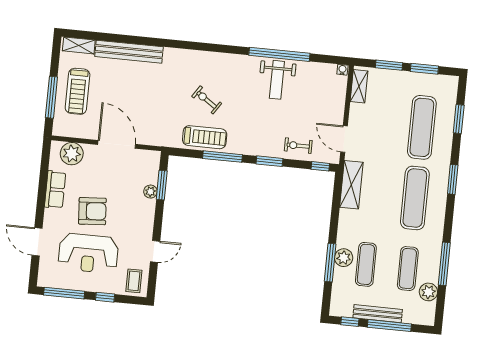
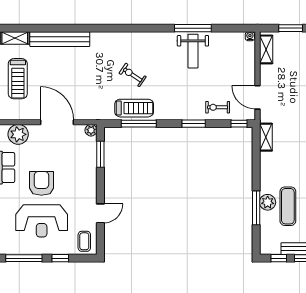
window: (279, 54) -> (193, 28), width x0.68
window: (222, 157) -> (139, 124), moved
shelving: (351, 185) -> (266, 137), width x0.67, depth x0.75
plant: (150, 192) -> (91, 130), moved
armchair: (92, 211) -> (41, 183), turned -86

